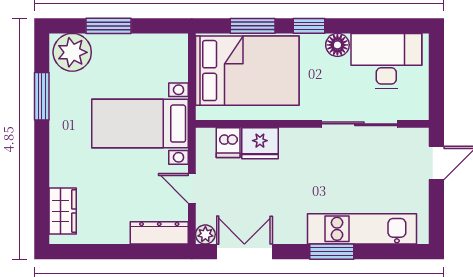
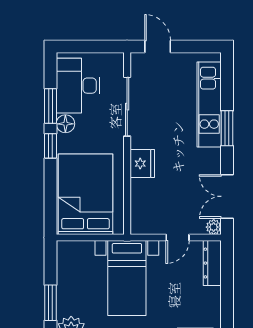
window: (253, 26) -> (50, 106), moved
dishwasher: (228, 143) -> (142, 209), removed
fridge: (260, 143) -> (142, 164), moved

